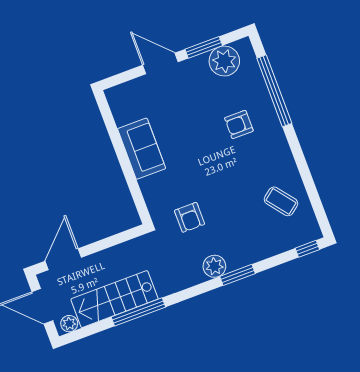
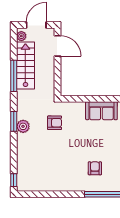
coffee table: (281, 201) -> (45, 175), removed
armchair: (190, 217) -> (55, 123), turned 180
window: (237, 275) -> (14, 121), moved

